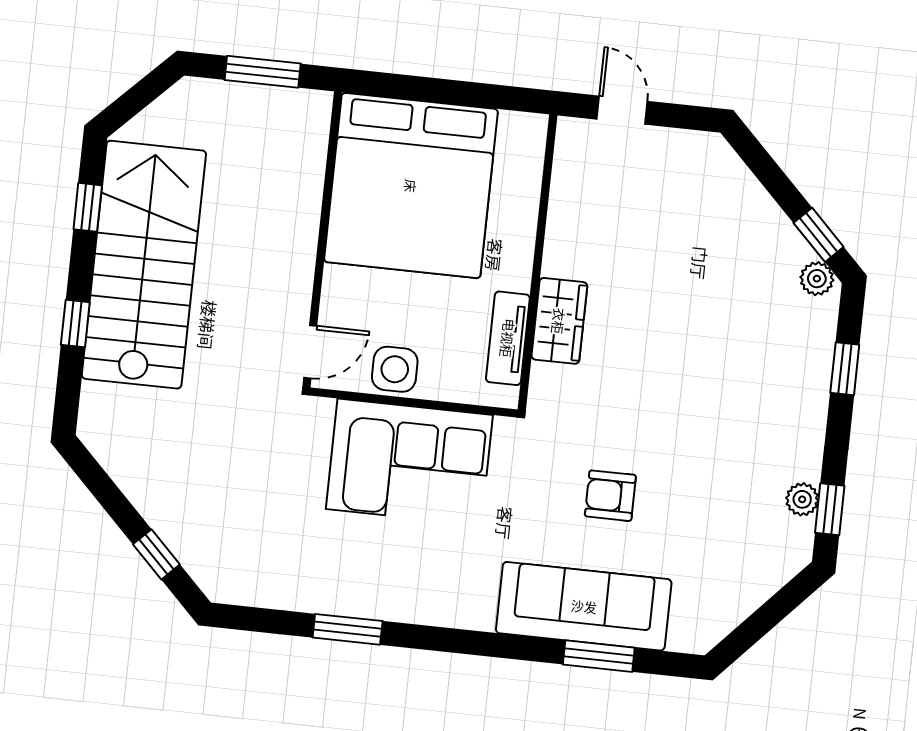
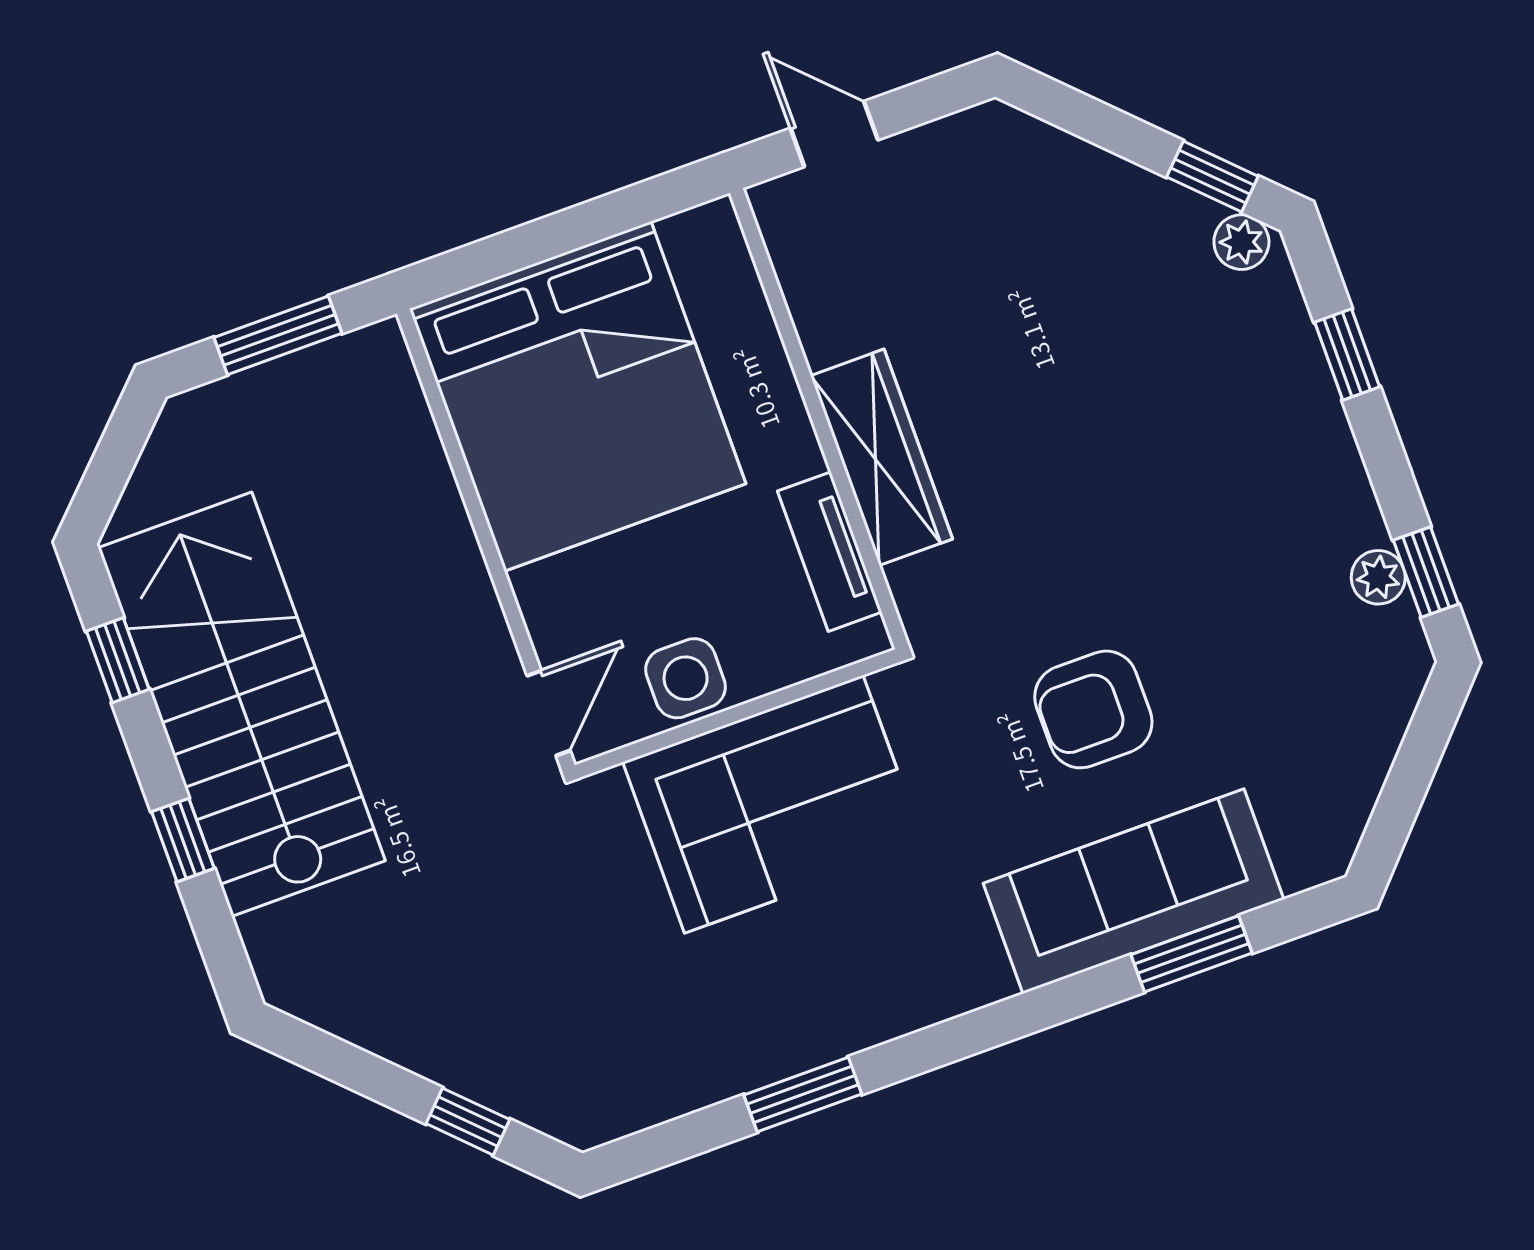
wardrobe: (559, 321) -> (882, 457), width x1.50
armchair: (610, 496) -> (1093, 709), width x1.38, depth x1.38

